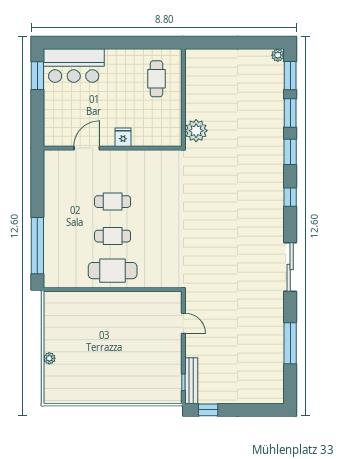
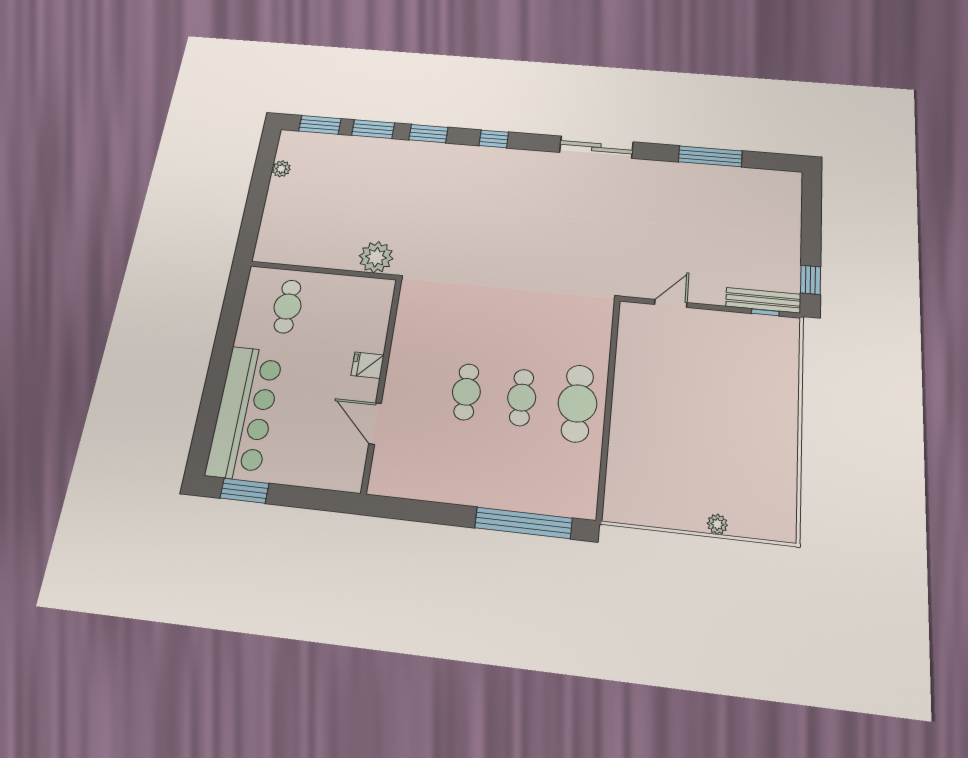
plant: (278, 55) -> (281, 169), moved
bar counter: (74, 66) -> (245, 413), width x1.36
cafe table: (156, 79) -> (288, 306), turned 90

